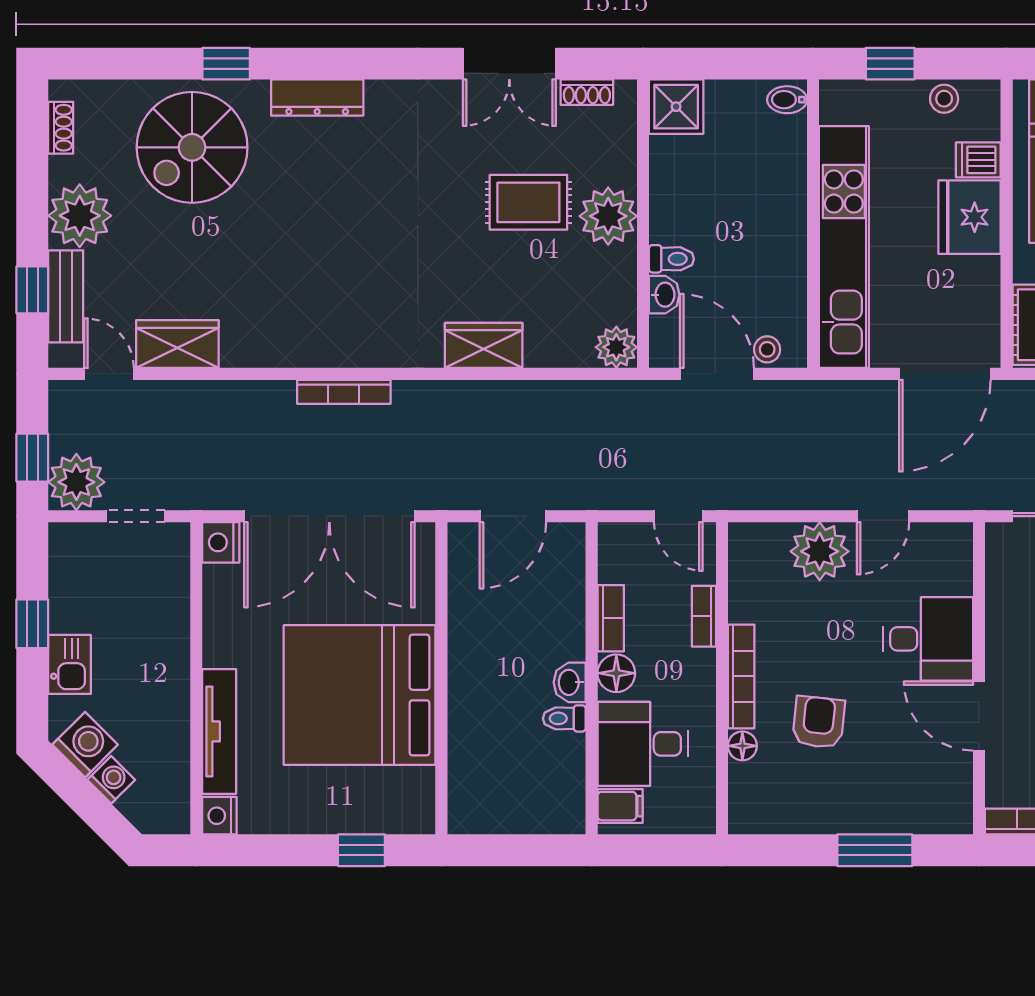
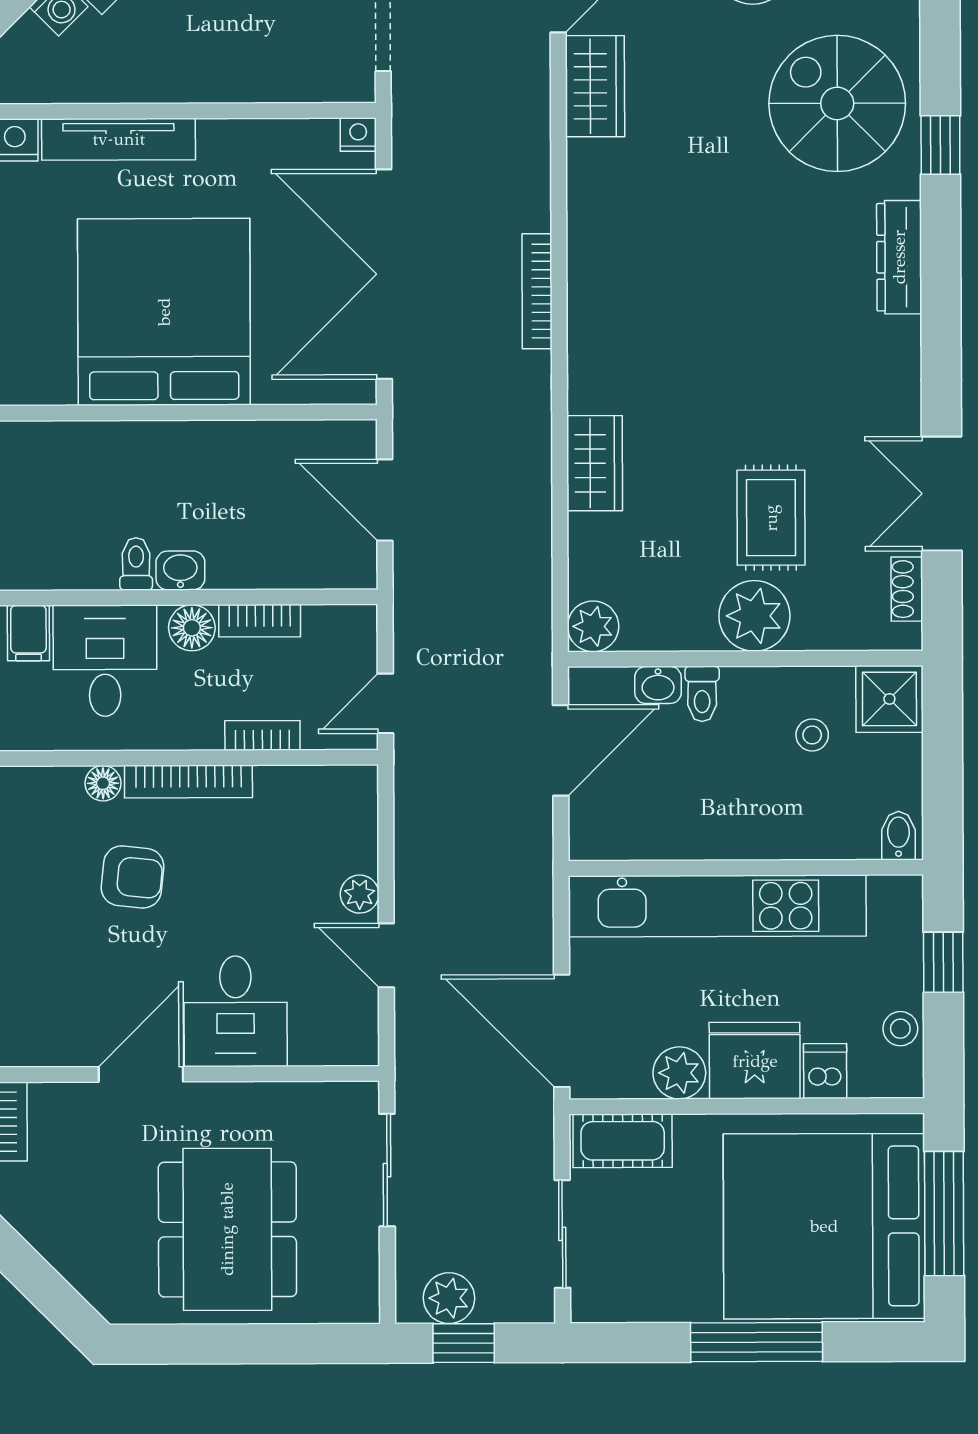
plant: (979, 278) -> (679, 1073), added
stool: (767, 349) -> (812, 735), moved
nightstand: (221, 542) -> (358, 135), width x0.72, depth x0.74
plant: (820, 551) -> (360, 894), width x0.53, depth x0.53

